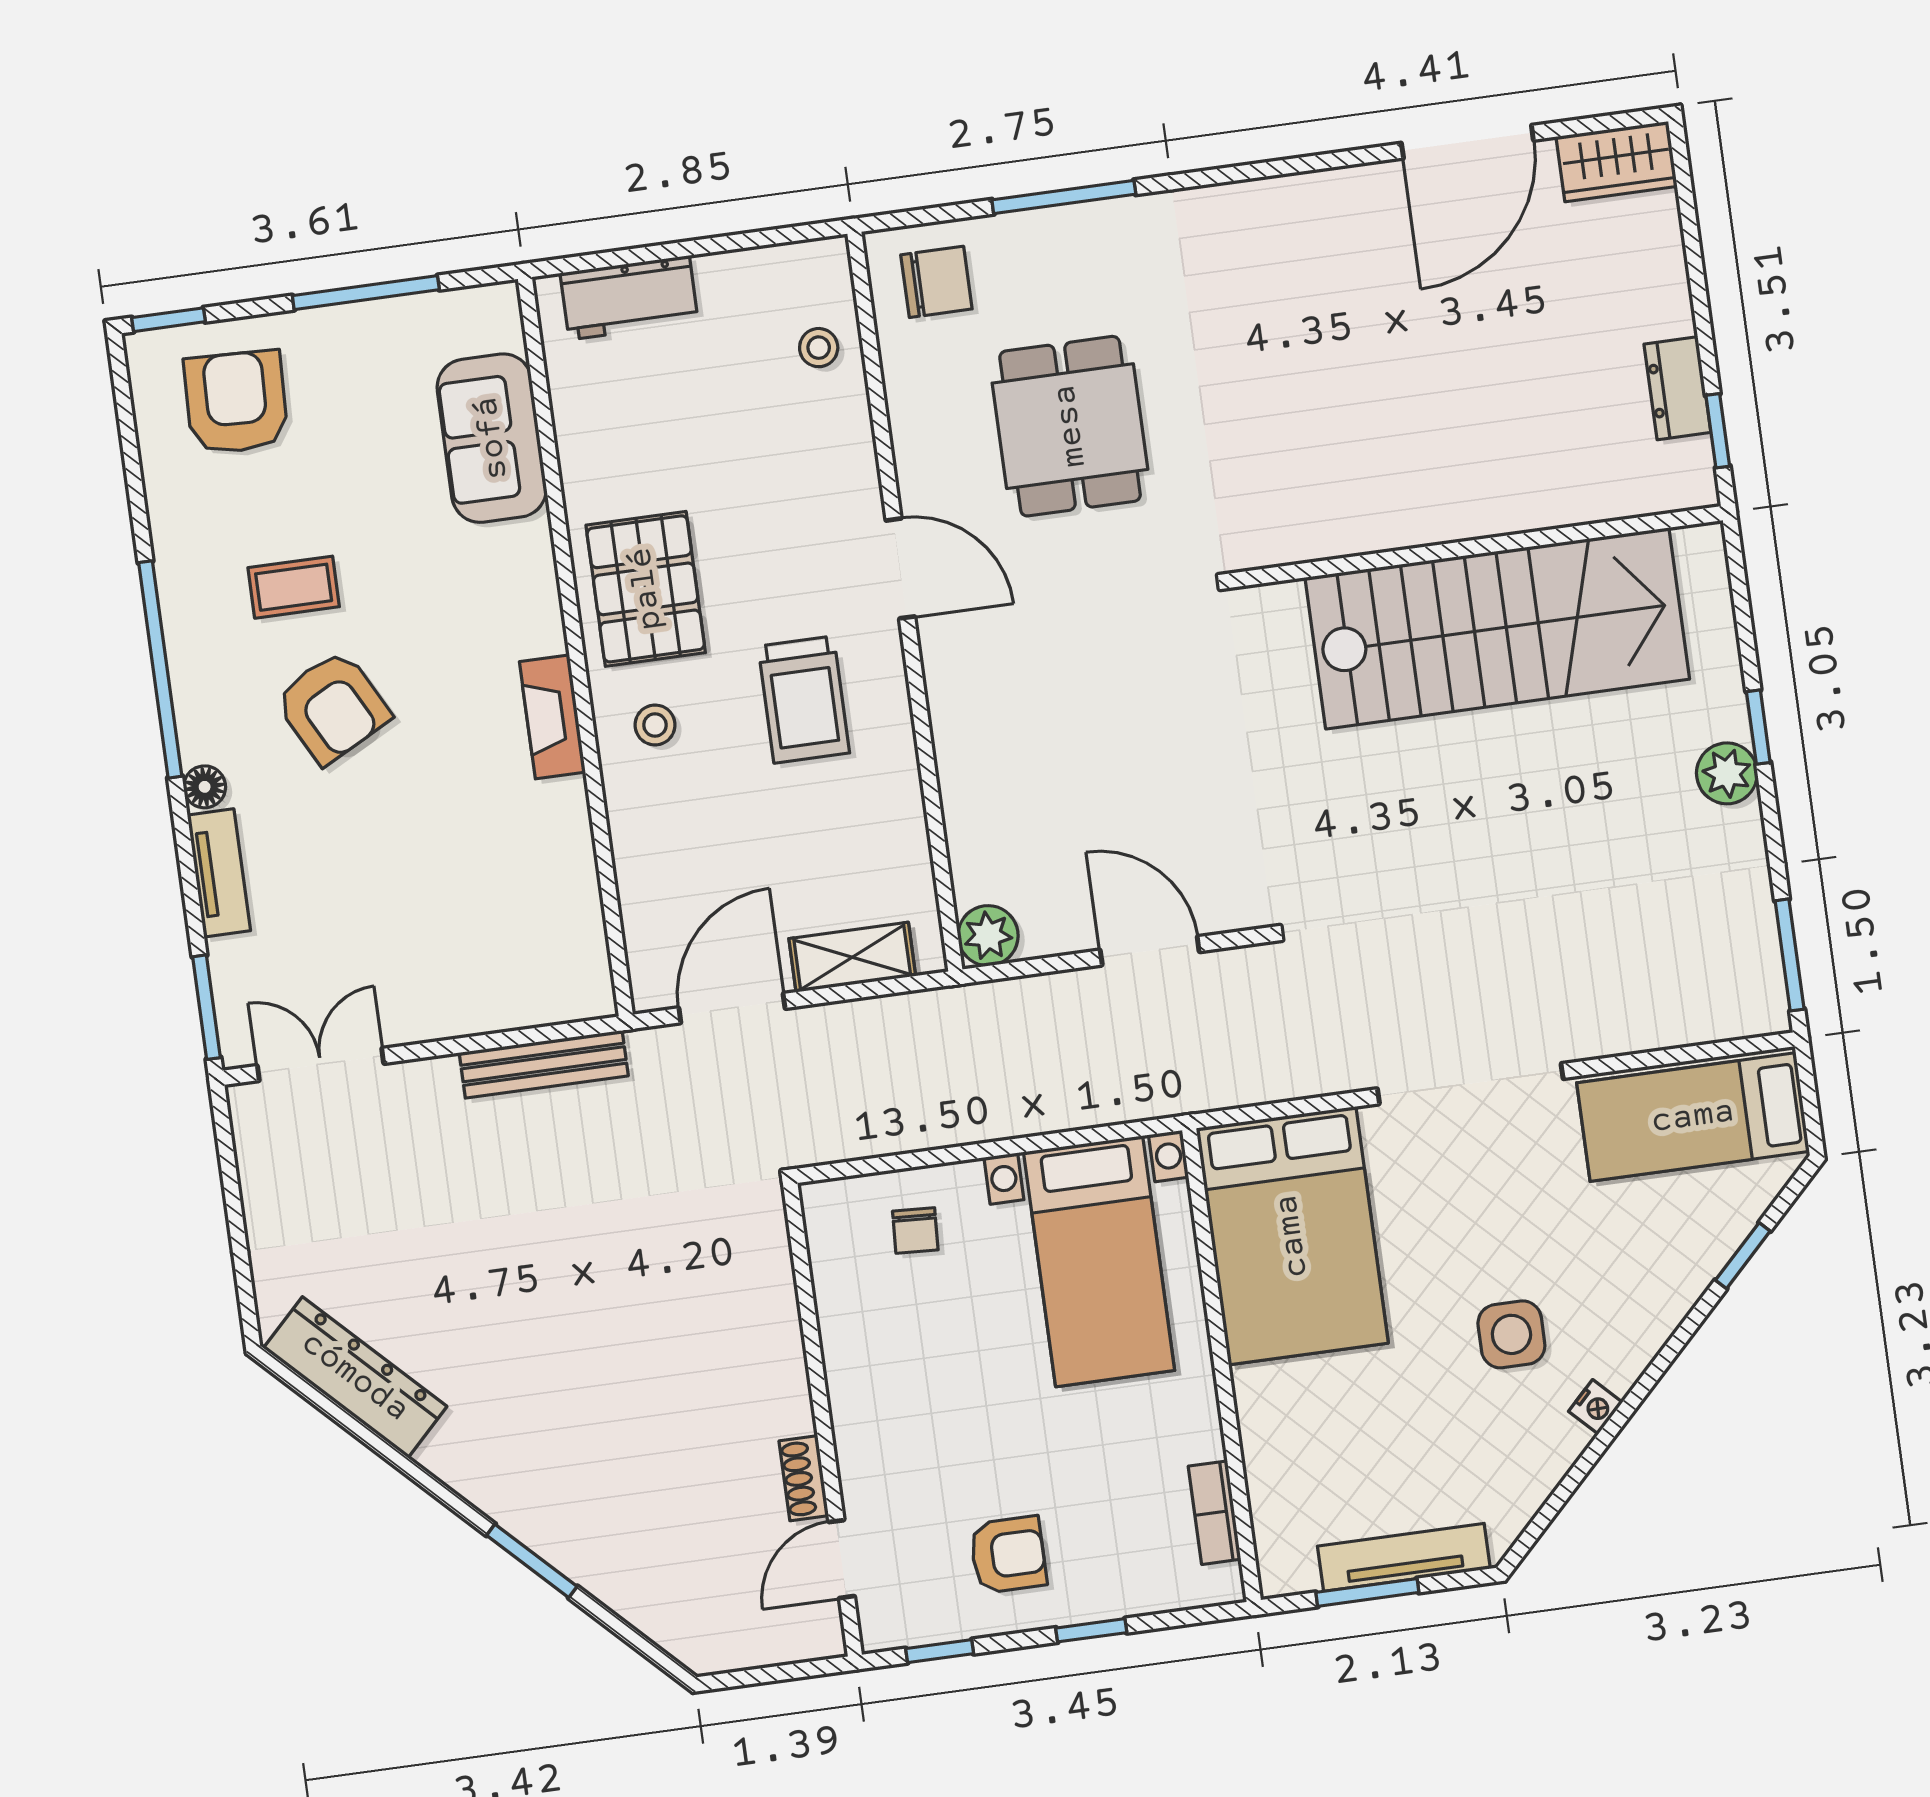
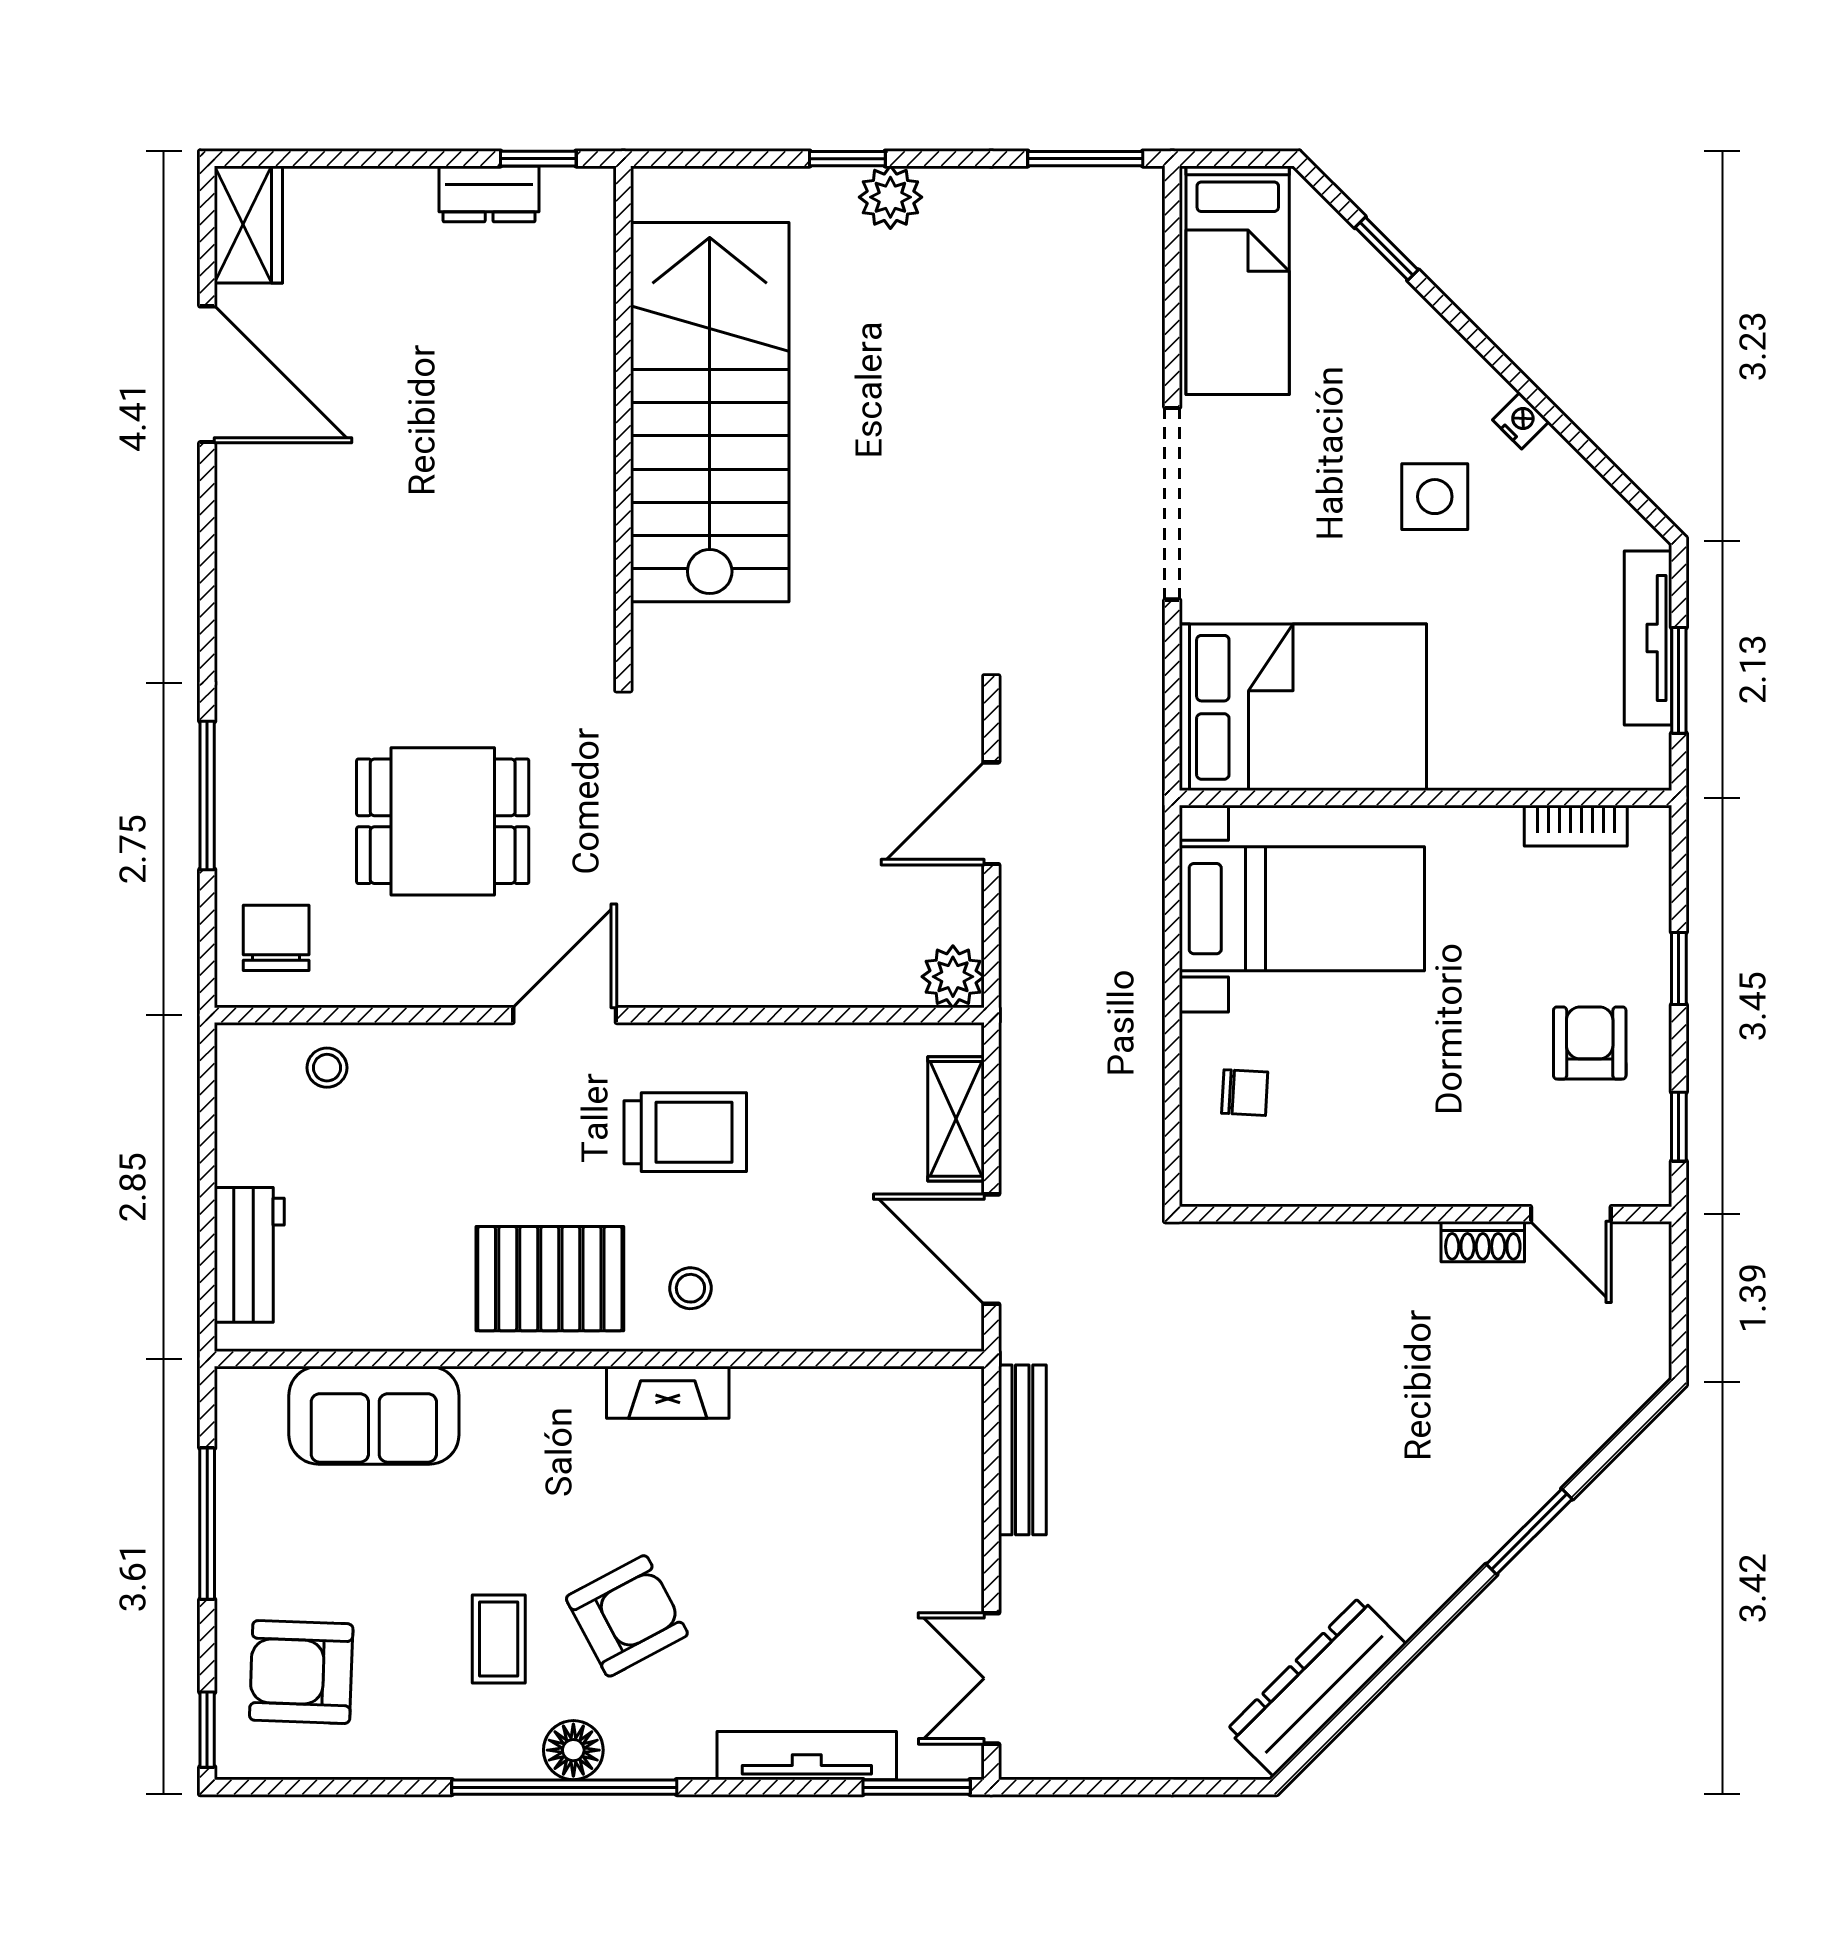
floor lamp: (205, 787) -> (573, 1750), moved, width x1.37, depth x1.37
tv unit: (219, 873) -> (807, 1756), width x1.41

